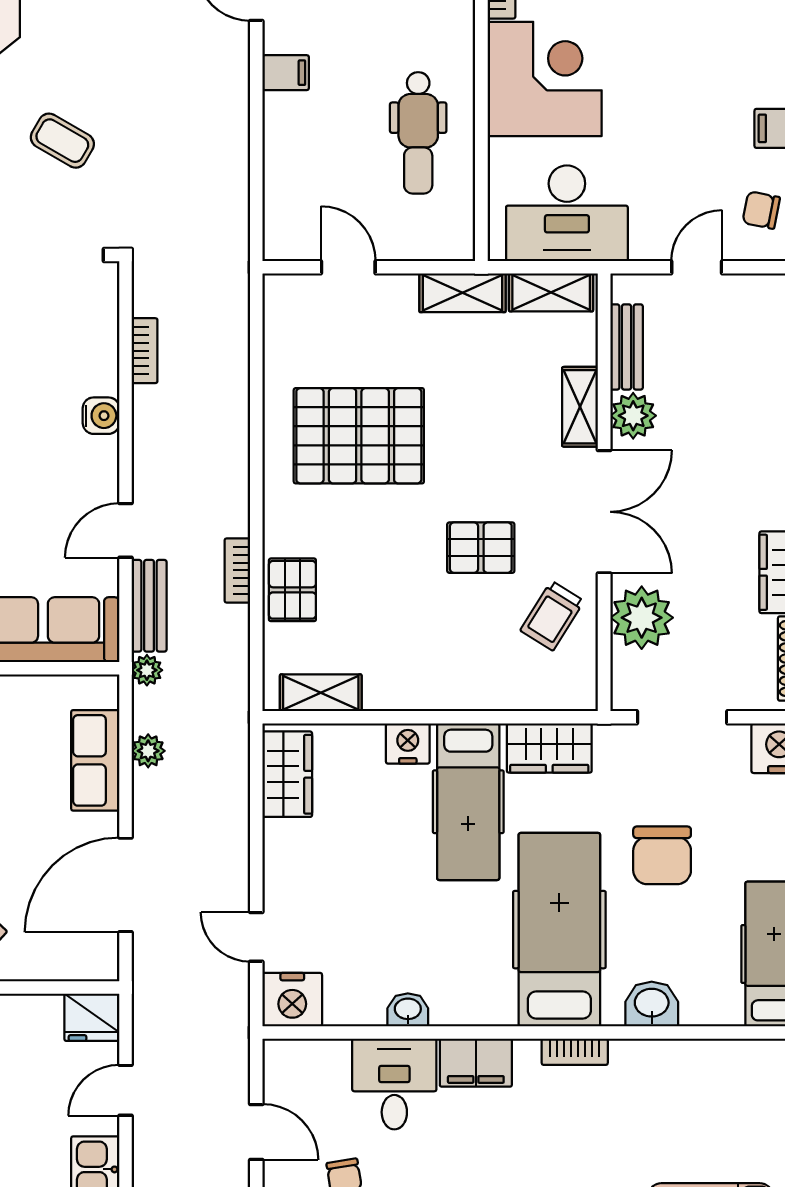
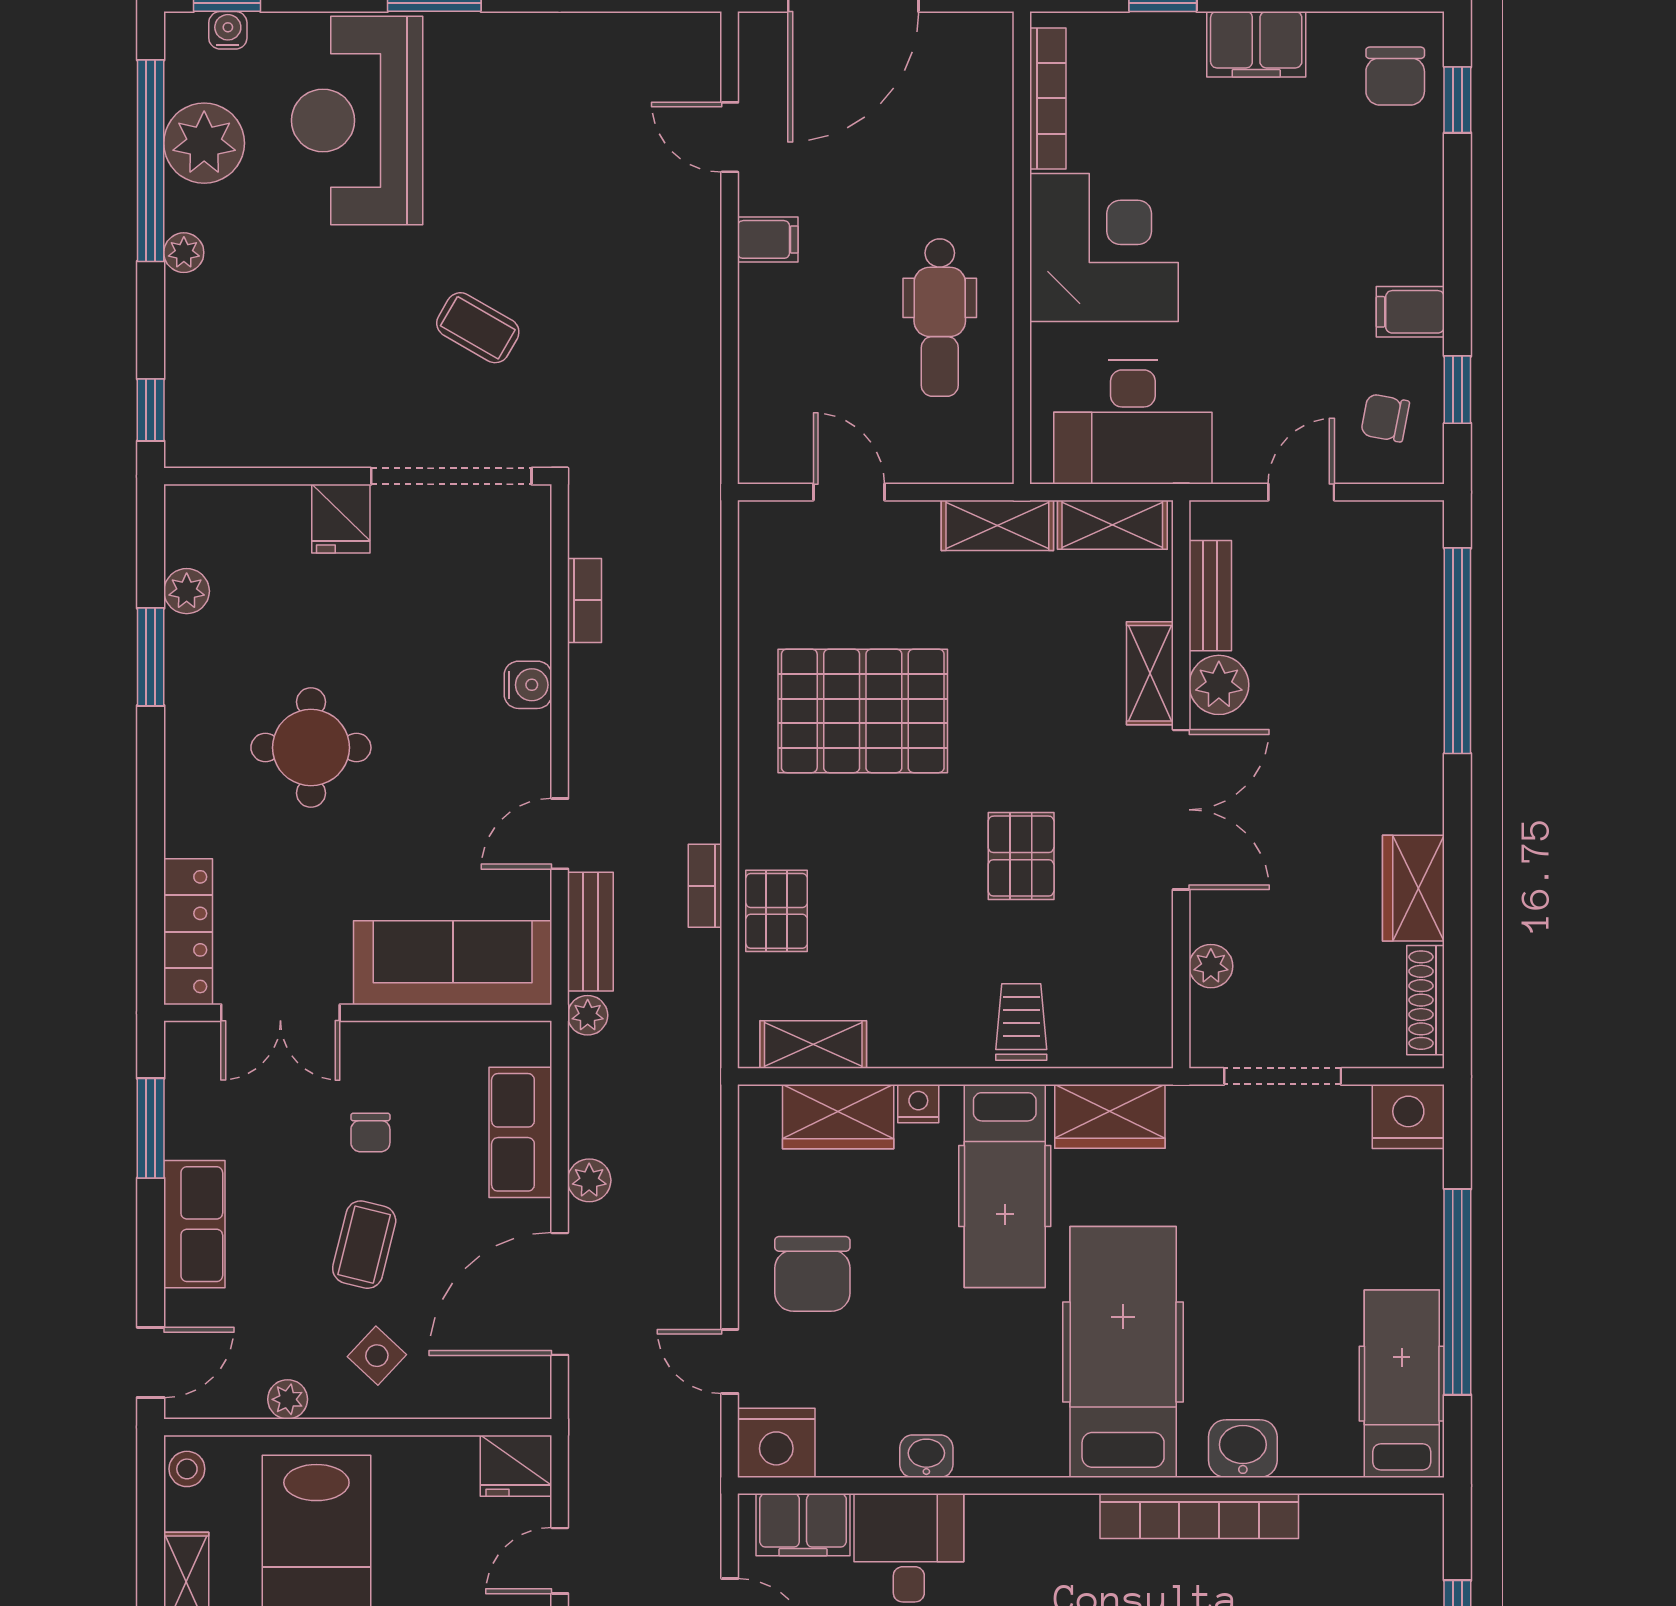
pallet: (481, 548) -> (1021, 856), turned 90
trolley: (552, 616) -> (1021, 1022), moved, turned 148
plant: (642, 618) -> (1211, 966), width x0.53, depth x0.53
nightstand: (408, 744) -> (918, 1104), width x0.72, depth x0.74
plant: (148, 751) -> (589, 1180), moved
wardrobe: (287, 774) -> (838, 1117), moved, turned 90
chair: (662, 855) -> (812, 1274), moved
bookcase: (575, 1052) -> (1199, 1516), width x2.31, depth x1.31
filing cabinet: (476, 1063) -> (803, 1525), moved

